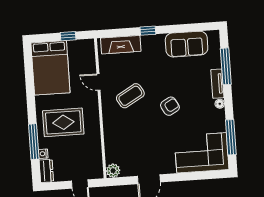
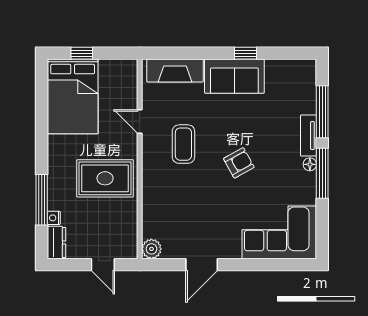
window: (148, 31) -> (245, 53), moved
window: (68, 36) -> (82, 53), moved
sofa: (187, 44) -> (234, 76), moved
coffee table: (130, 96) -> (183, 144), turned -60
rug: (63, 122) -> (105, 178), moved
window: (231, 137) -> (322, 173), moved

